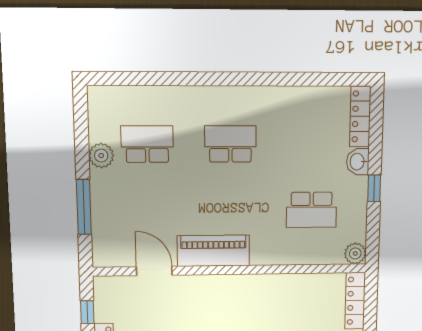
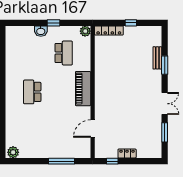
locker: (360, 116) -> (20, 30), removed
school desk: (147, 144) -> (32, 131), removed
plant: (101, 156) -> (13, 152), moved
piano: (213, 251) -> (83, 89), moved

